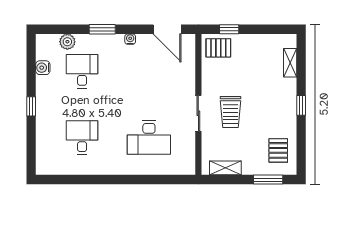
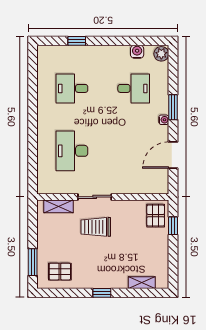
door: (167, 29) -> (173, 155), moved
water cooler: (130, 39) -> (164, 120), moved
plant: (67, 42) -> (161, 54), moved
window: (31, 106) -> (77, 41), moved
desk: (82, 138) -> (72, 88), turned 180
shelving: (225, 168) -> (58, 206), moved, turned 90

